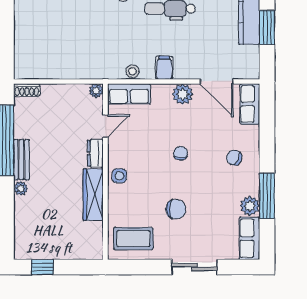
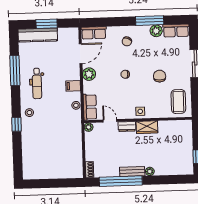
wardrobe: (93, 195) -> (147, 127), width x0.67

